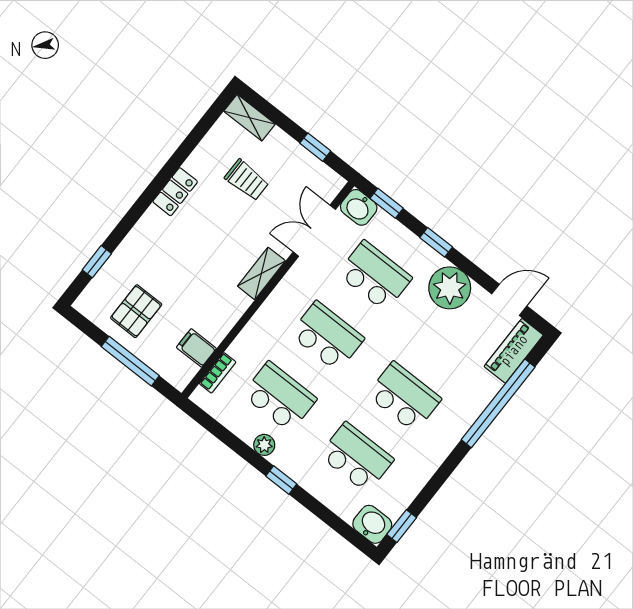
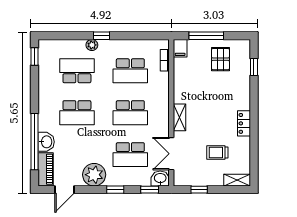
double door: (314, 231) -> (171, 154), swing flipped
filing cabinet: (196, 348) -> (180, 48), moved, turned 90
plant: (264, 445) -> (92, 45), moved
school desk: (356, 457) -> (77, 71), turned 180
washbasin: (372, 524) -> (46, 142), moved, turned -90

